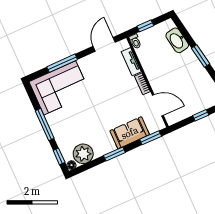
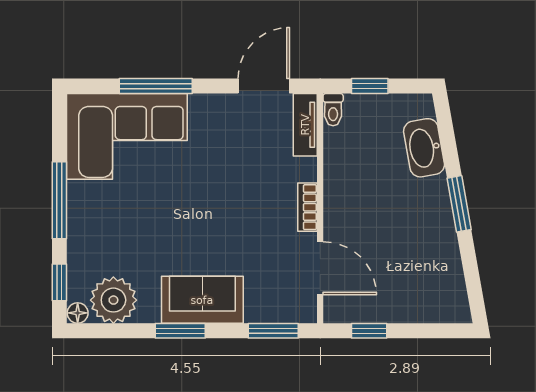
tv unit: (131, 62) -> (305, 125), moved
window: (201, 115) -> (369, 331), moved
sofa: (130, 133) -> (202, 300), moved

